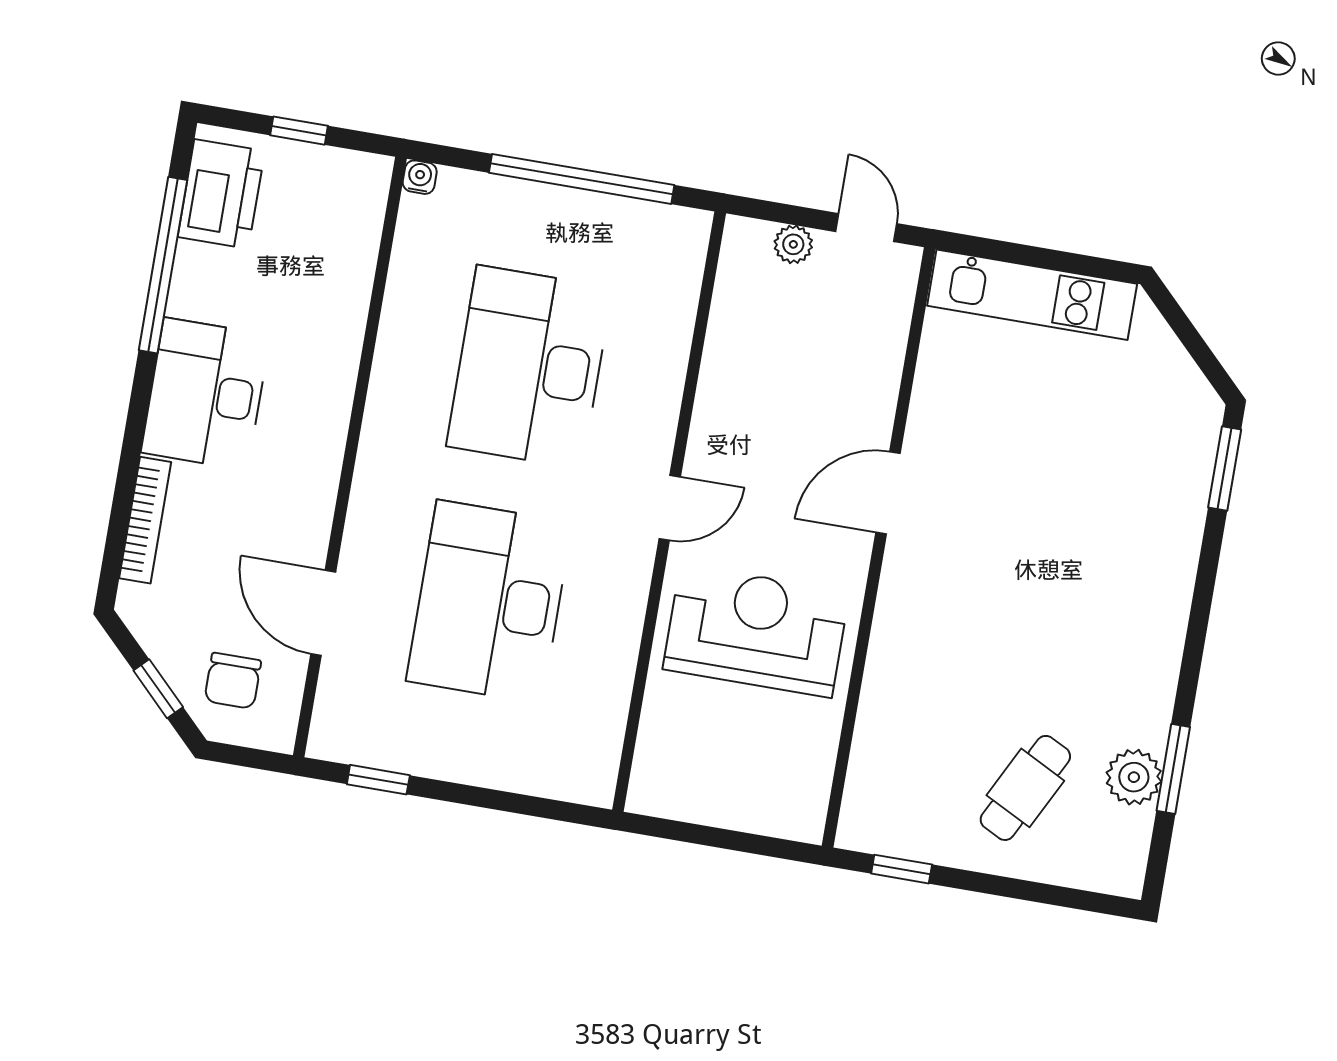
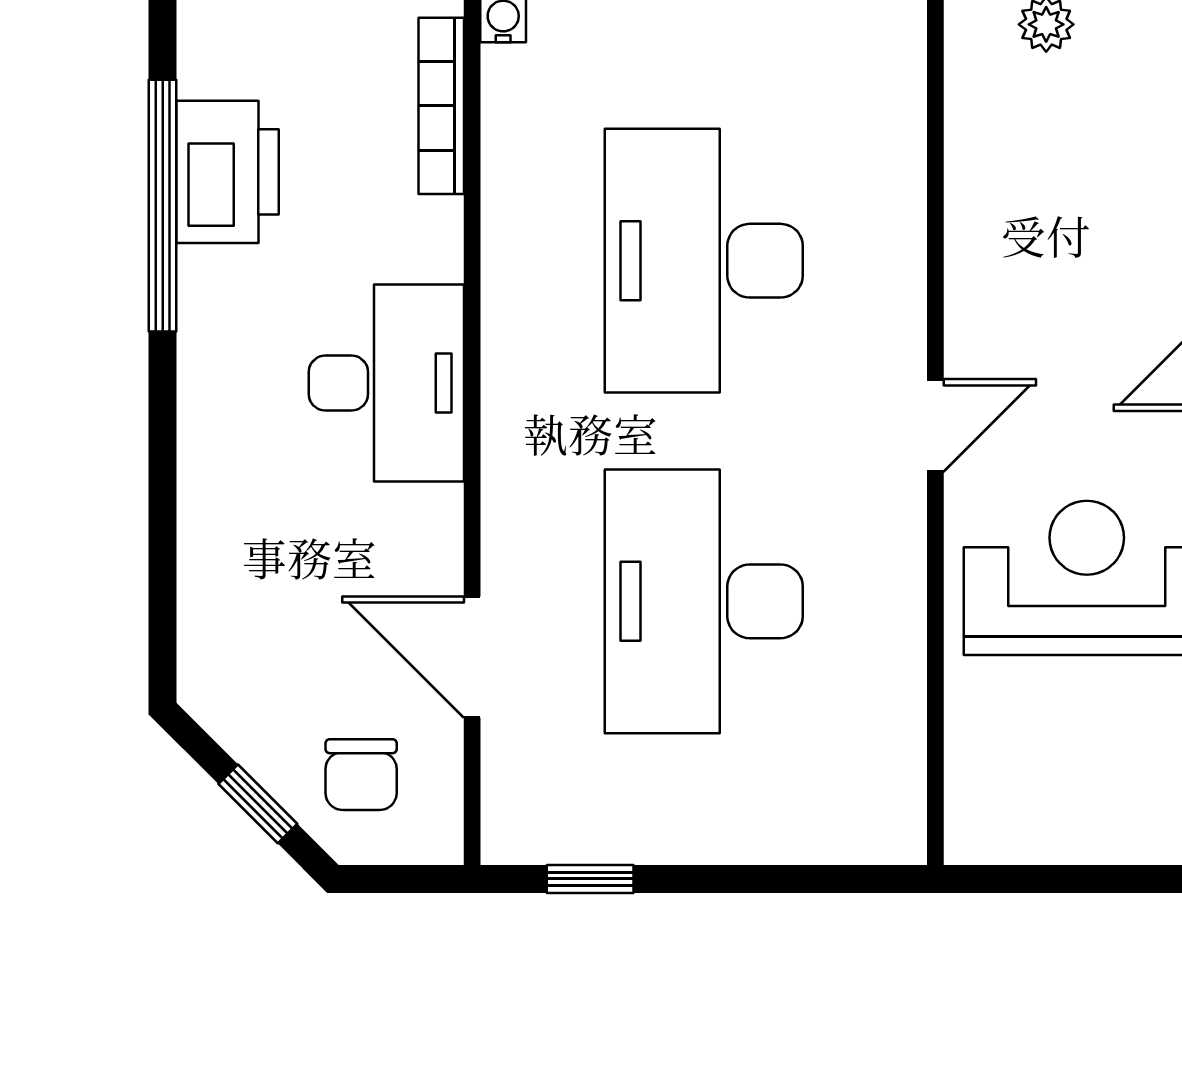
printer: (221, 194) -> (228, 172), moved
desk: (206, 394) -> (386, 383), moved, turned 180
bookcase: (145, 520) -> (441, 106), moved, turned 180

